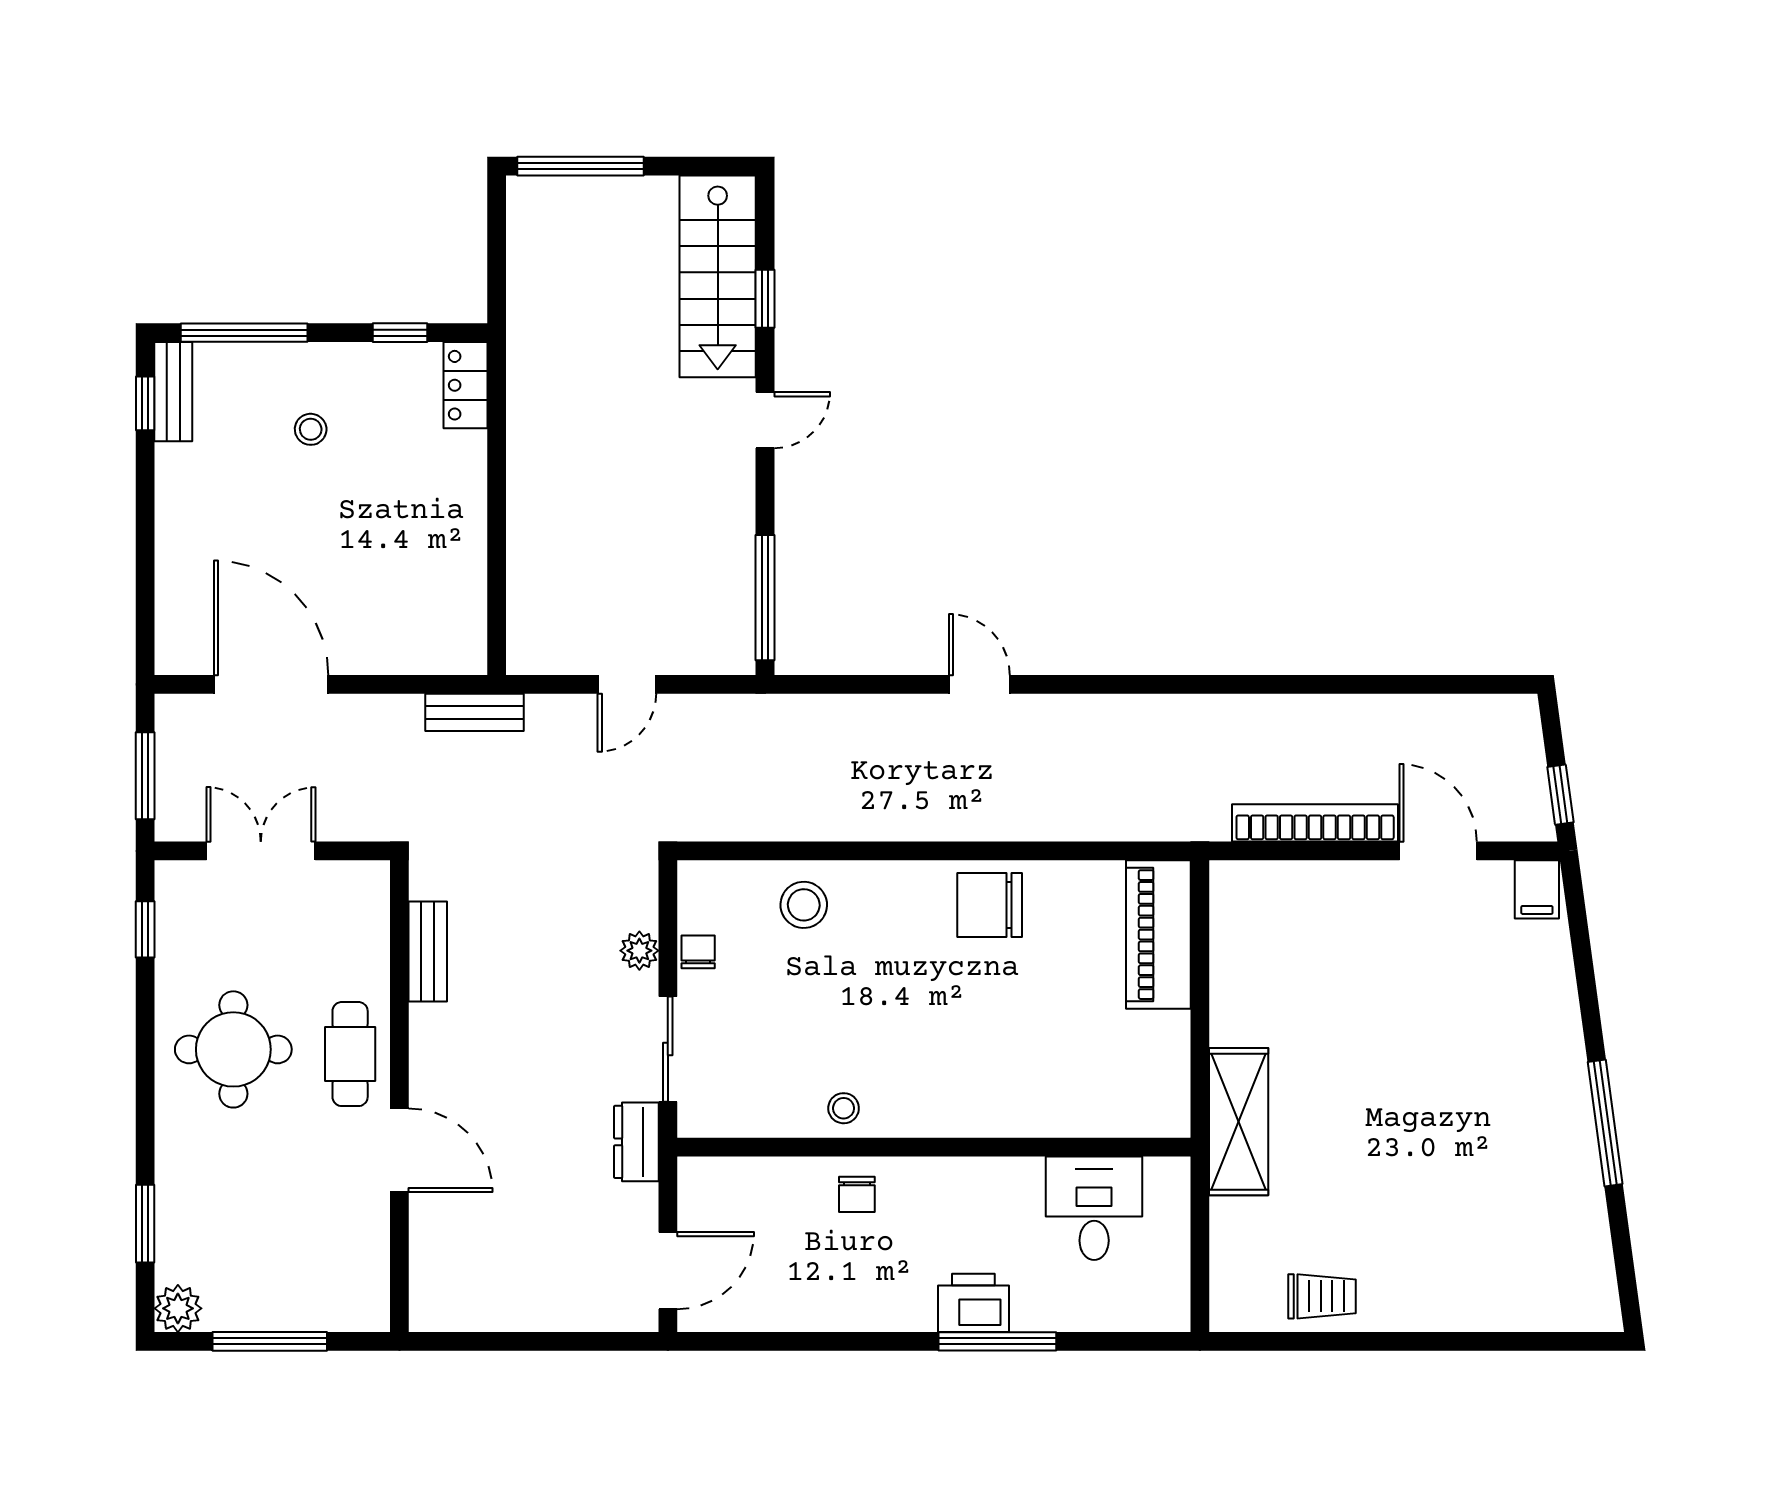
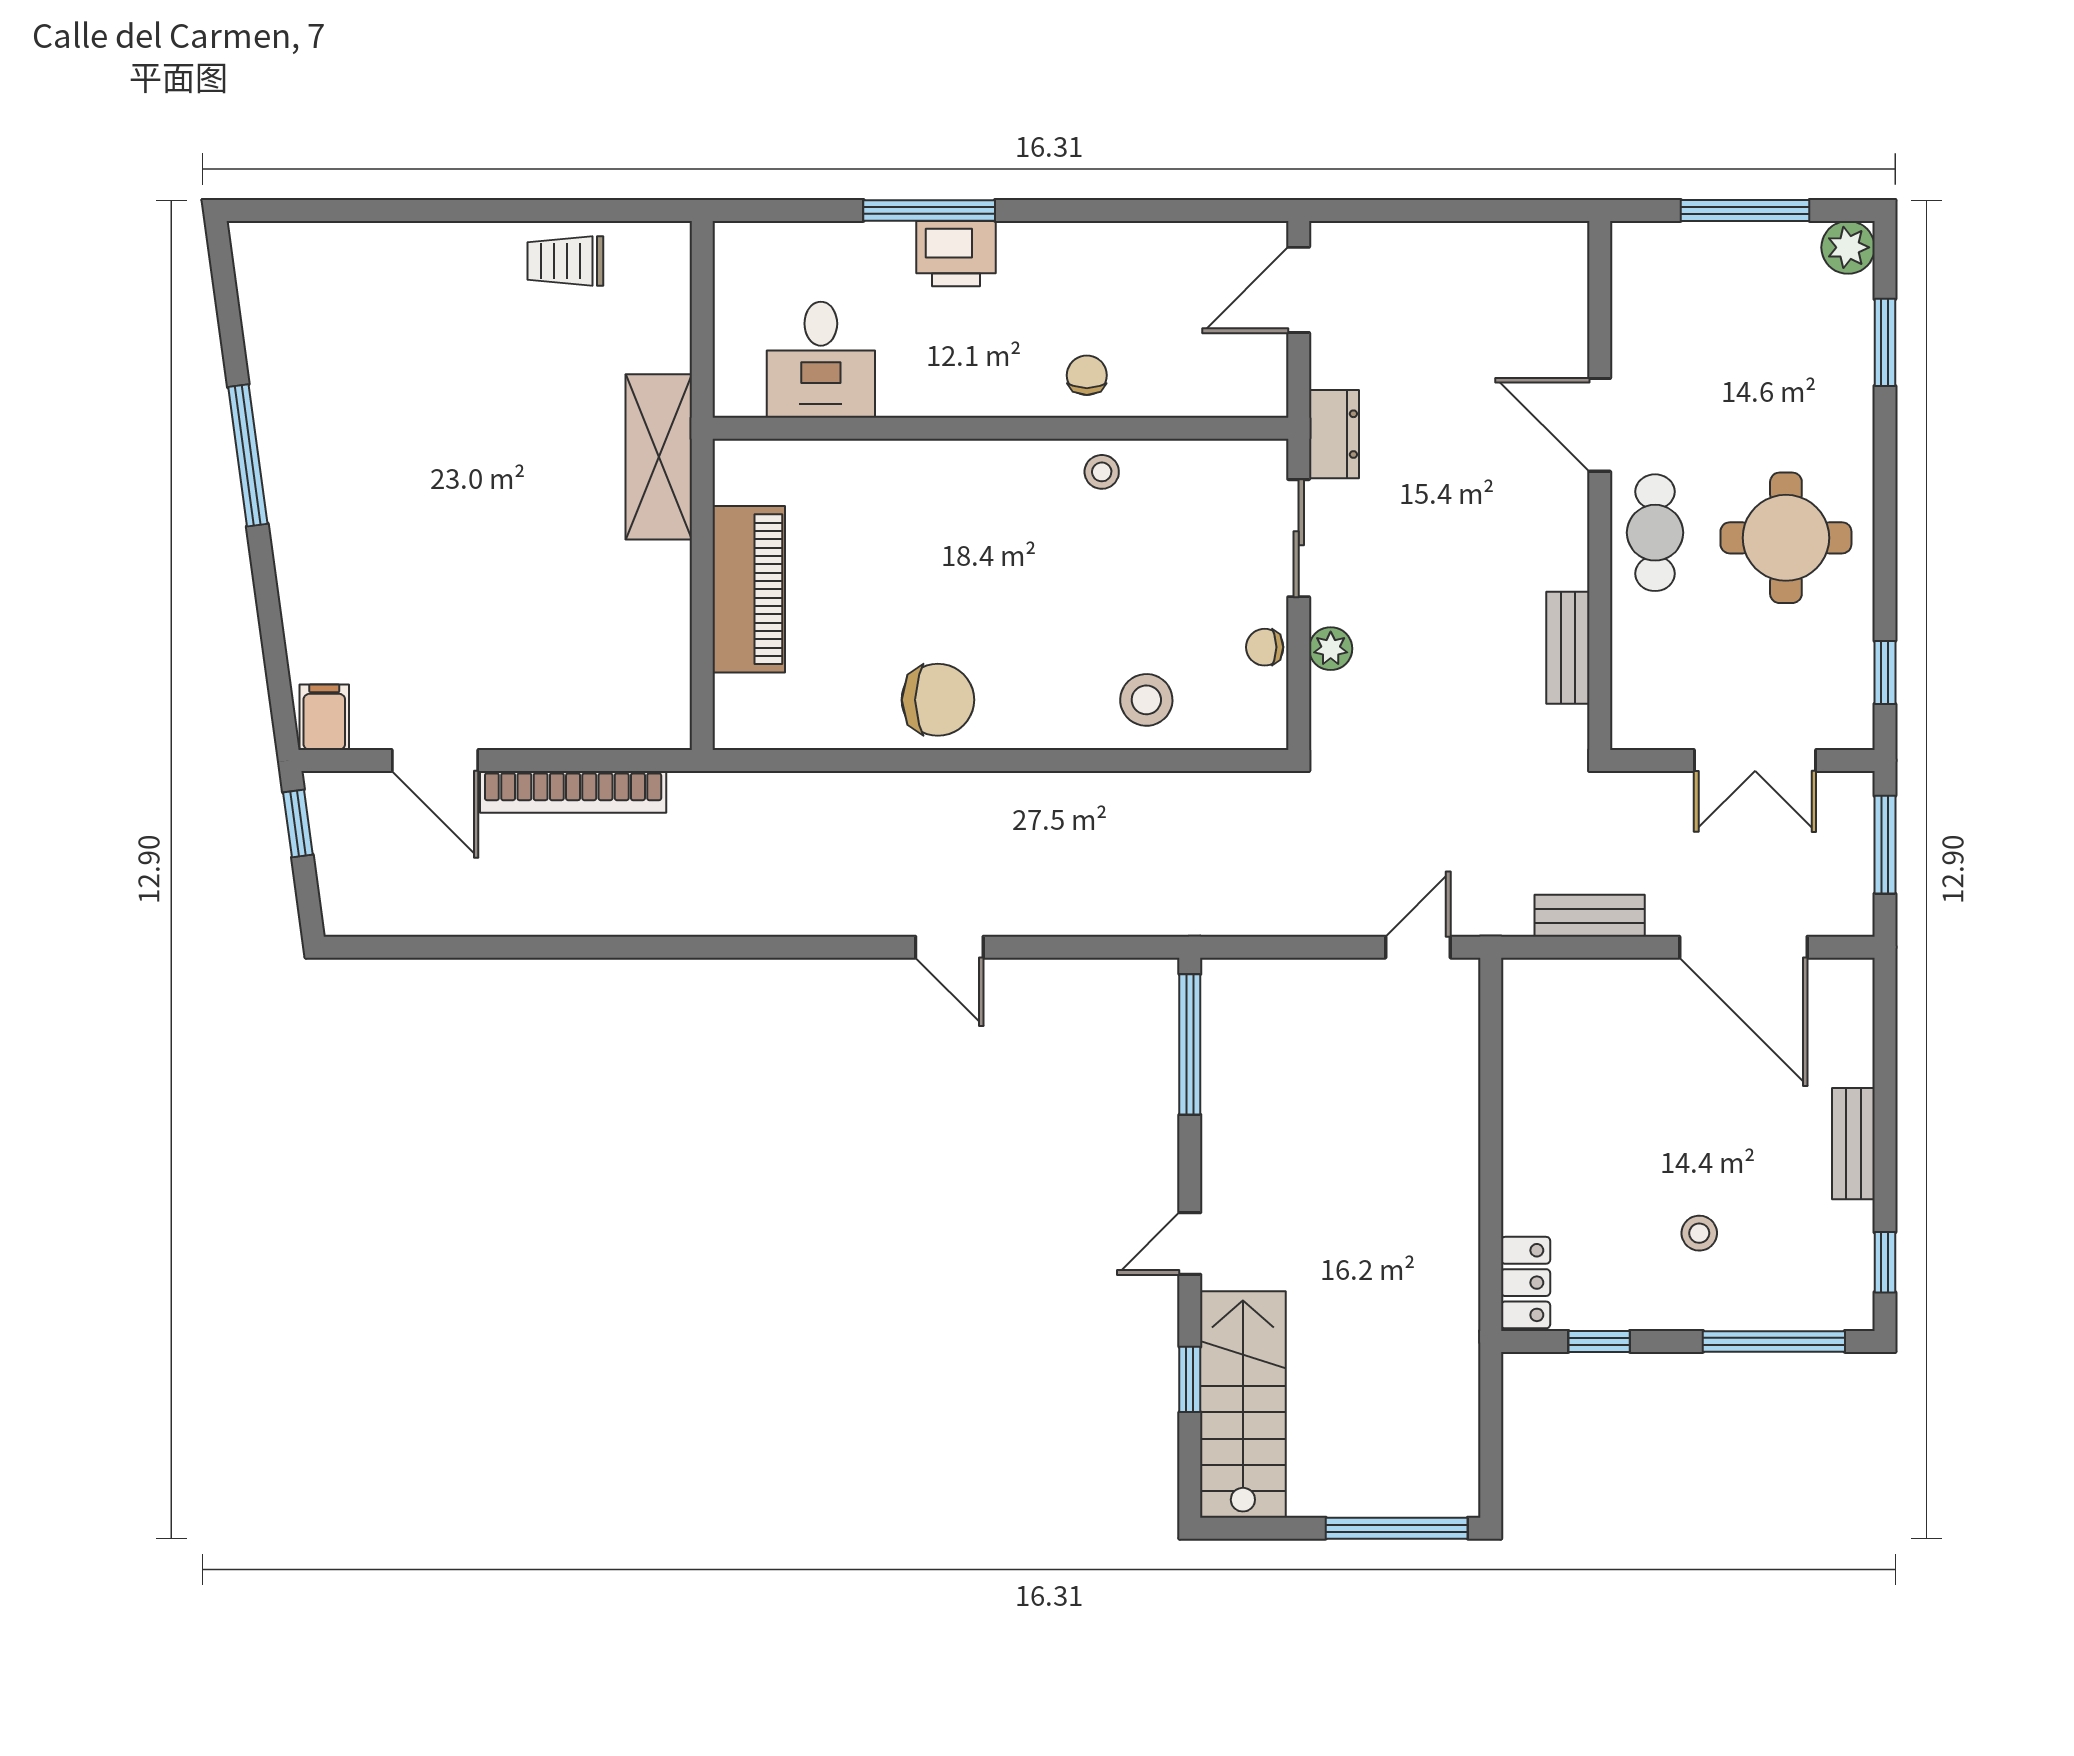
bench: (173, 392) -> (1853, 1144), moved
door: (627, 684) -> (1418, 947), moved
bench: (474, 712) -> (1590, 916), moved
piano: (1158, 935) -> (749, 589), moved
chair: (698, 952) -> (1265, 647), turned 90

